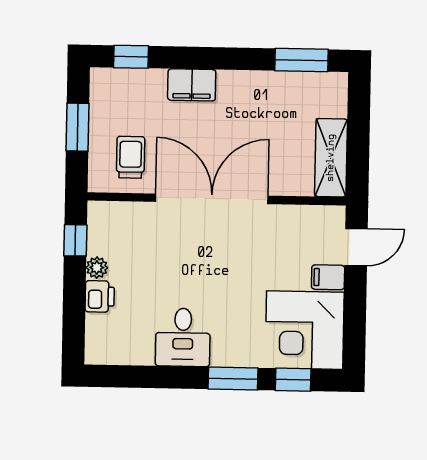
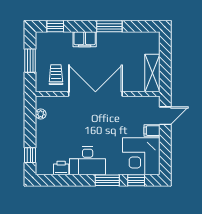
window: (302, 60) -> (109, 26), moved
window: (75, 240) -> (30, 155), moved
plant: (97, 268) -> (41, 114), moved
printer: (100, 296) -> (61, 168), moved, turned -90
desk: (183, 337) -> (88, 161), width x1.37

